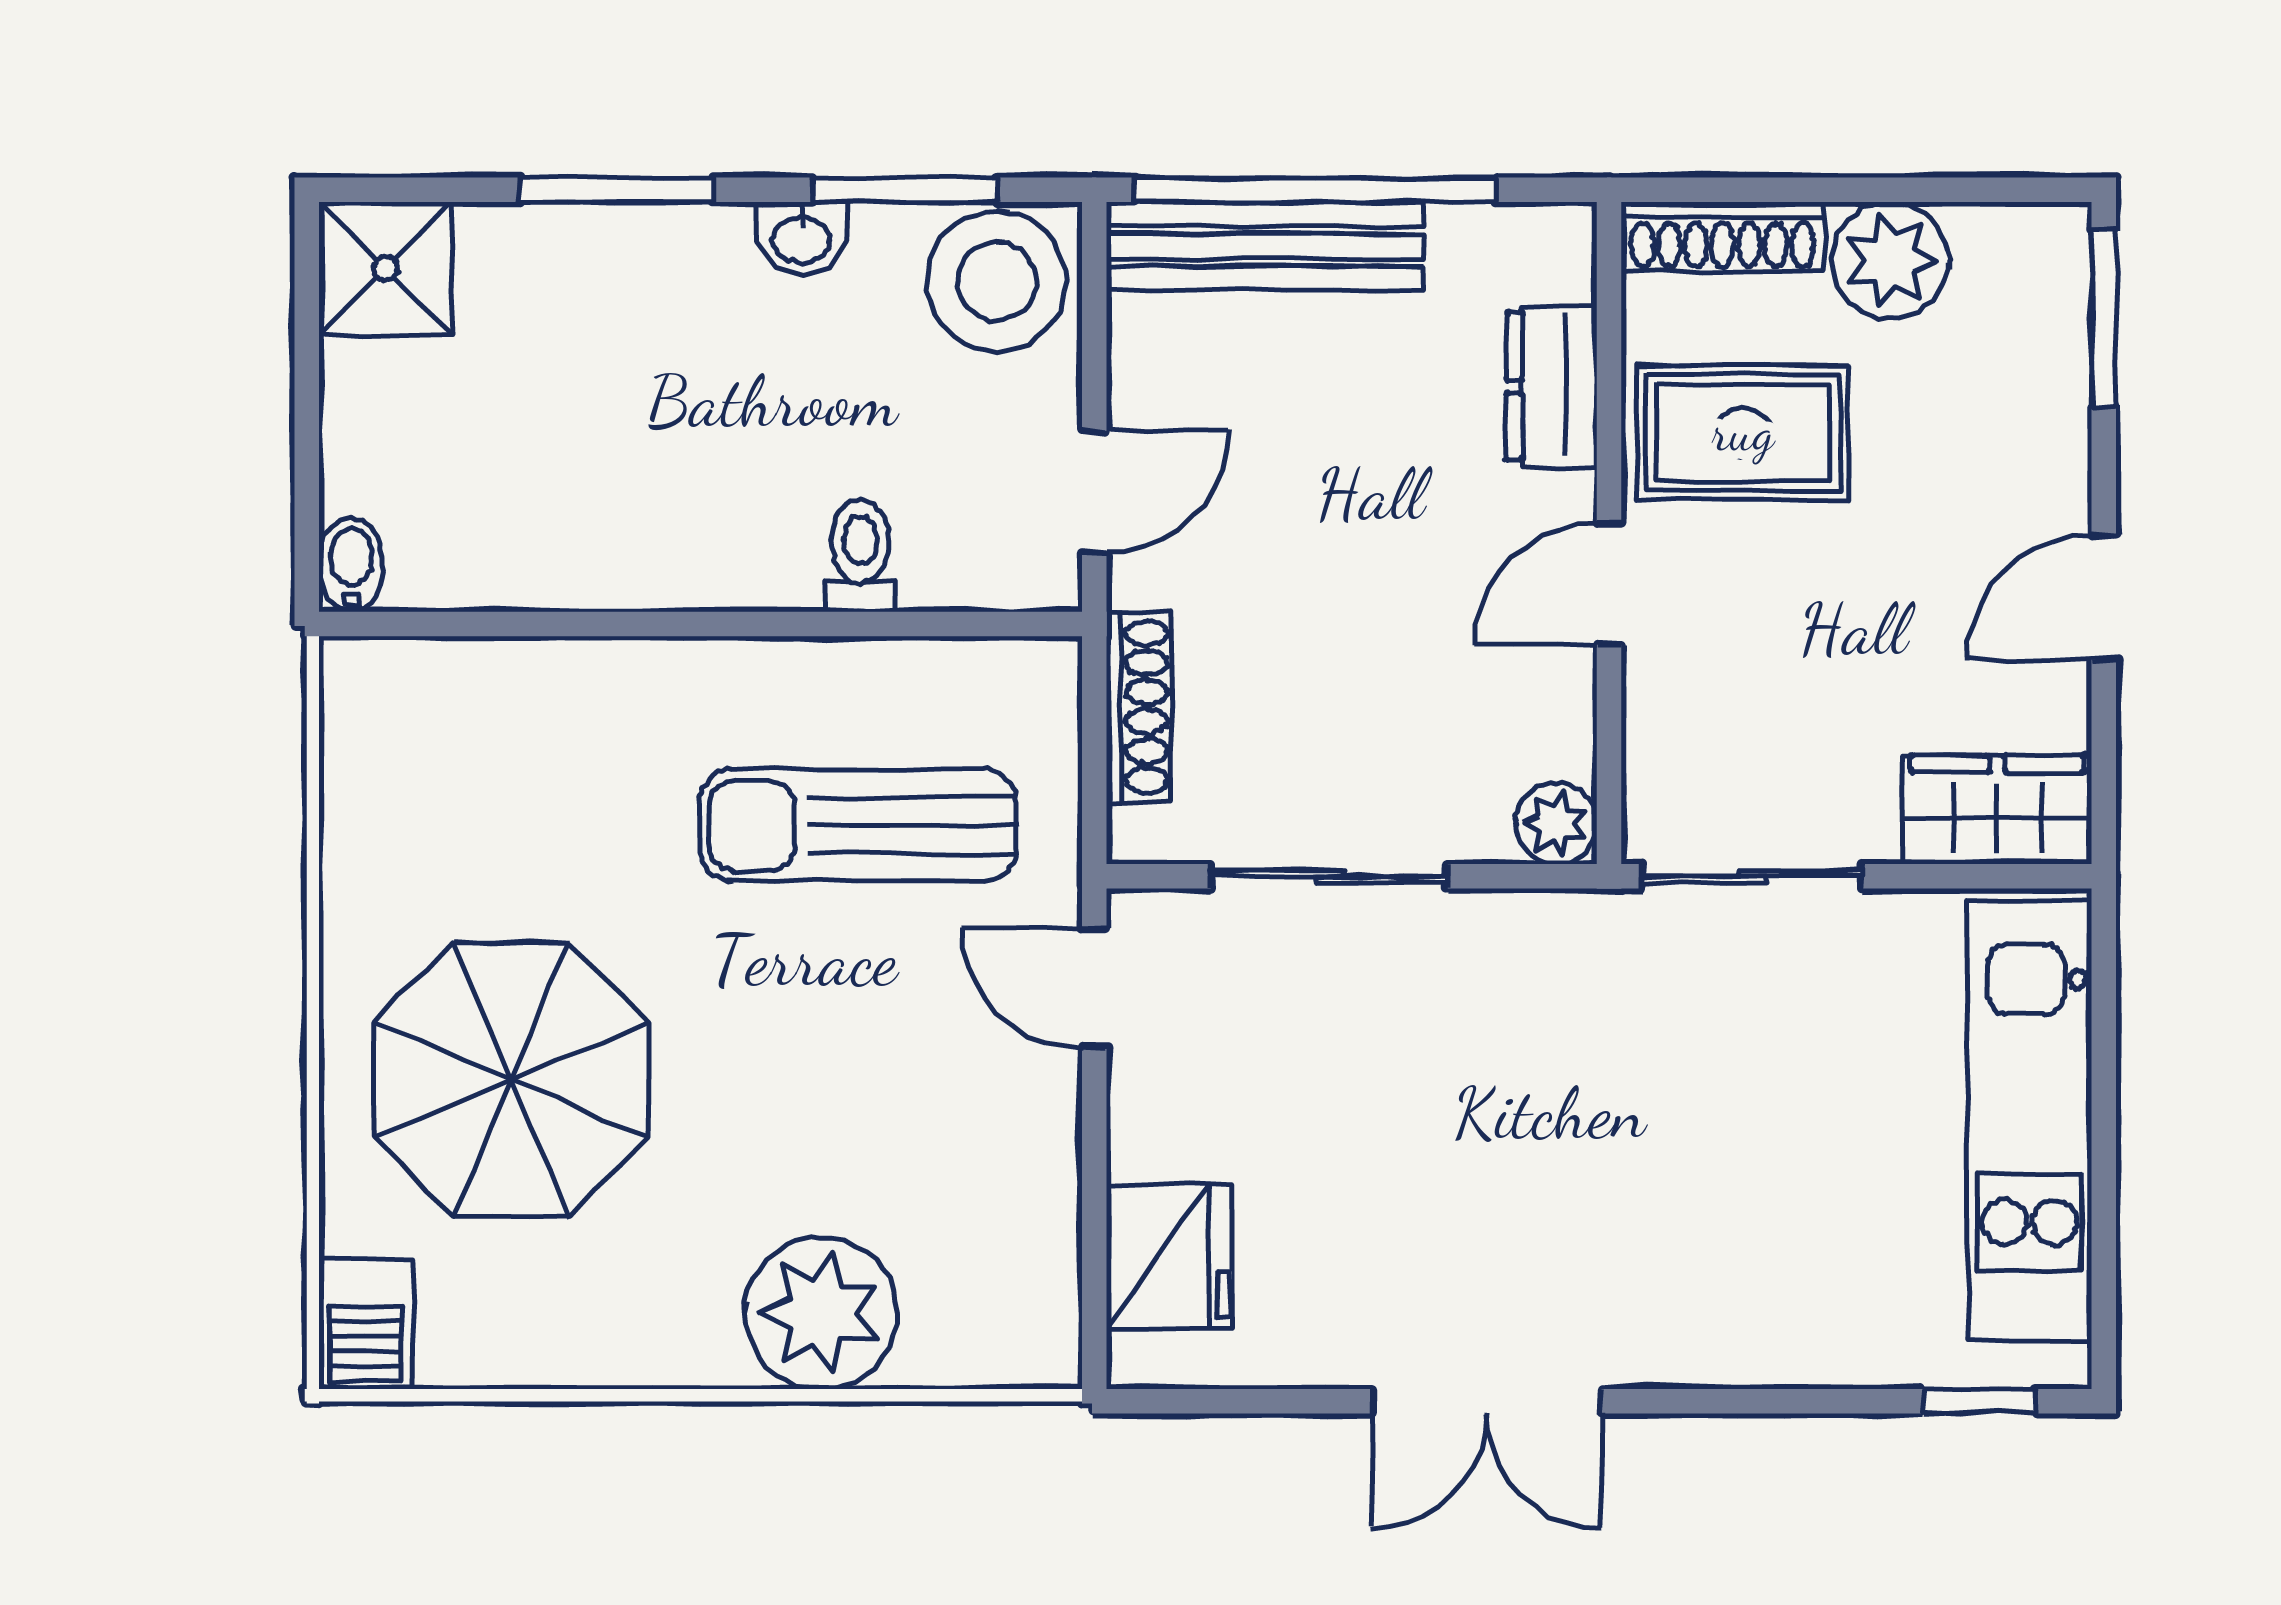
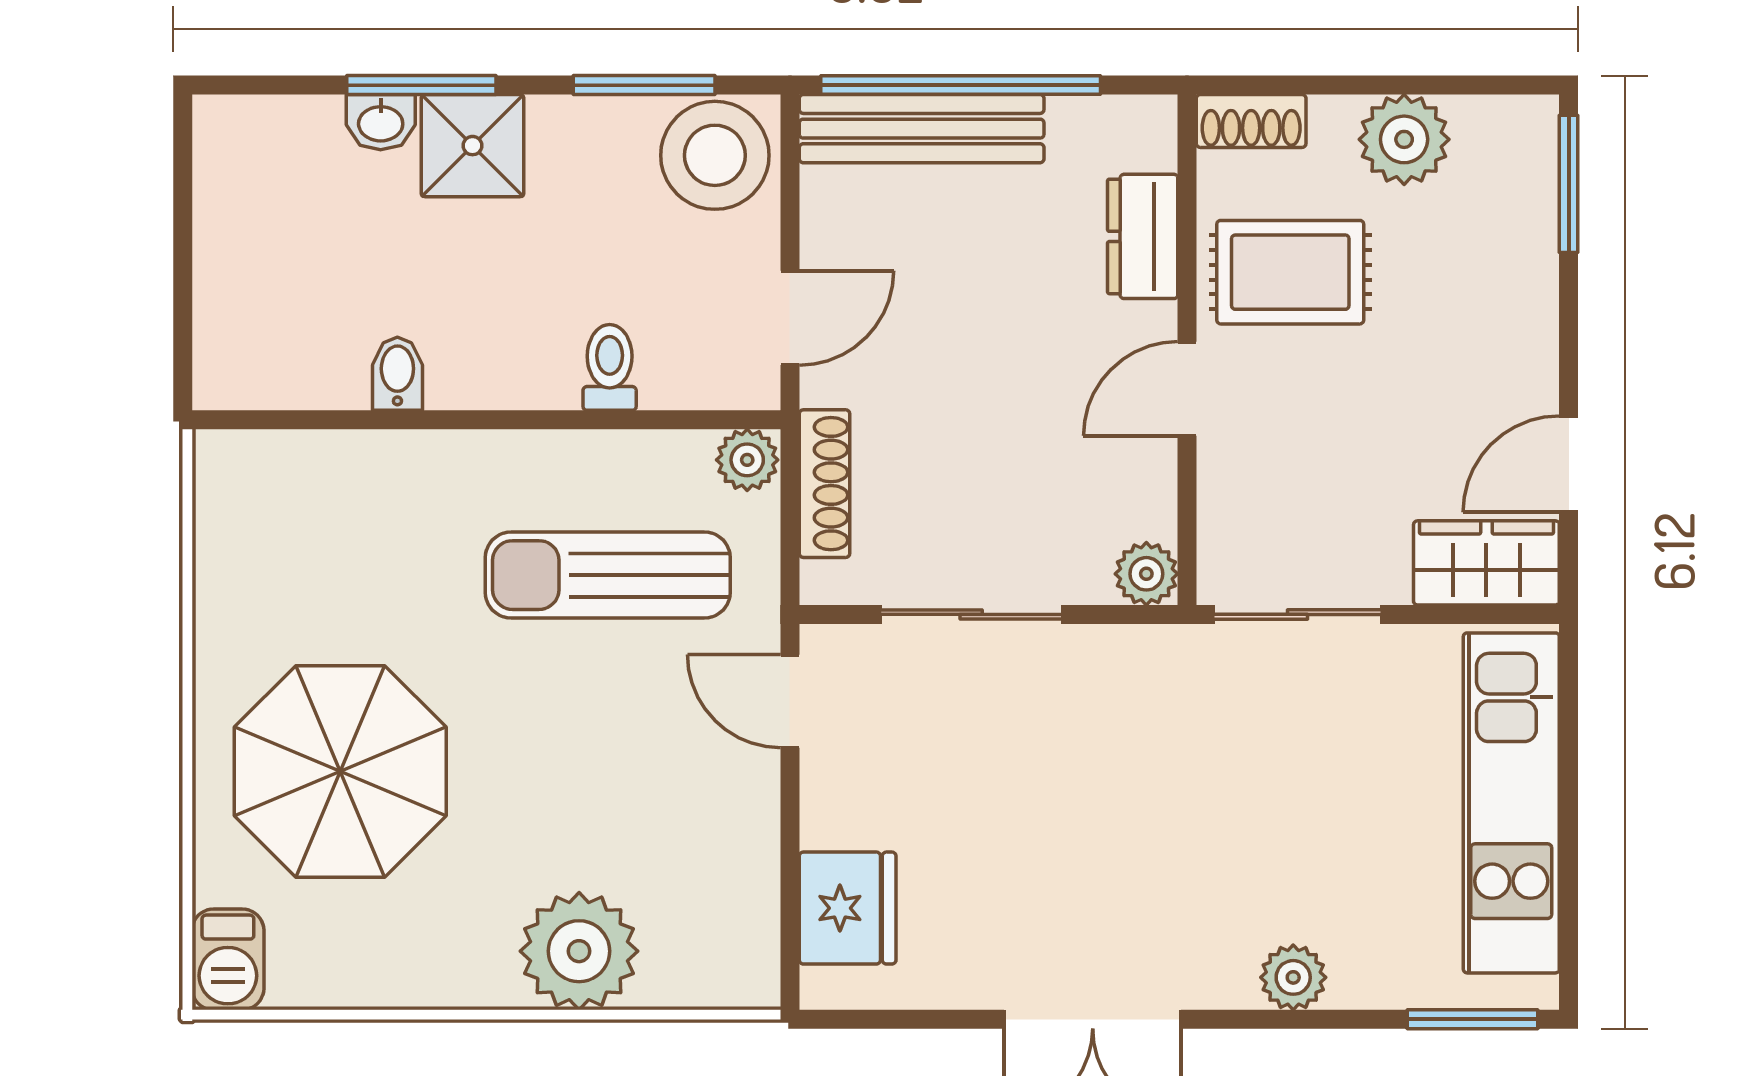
shoe rack: (1723, 236) -> (1251, 121), width x0.70
washbasin: (802, 238) -> (381, 122), moved
shower: (385, 268) -> (472, 146), moved
bidet: (351, 564) -> (397, 374), moved
door: (2104, 597) -> (1569, 464), moved
plant: (1039, 676) -> (747, 460), added
plant: (1747, 1347) -> (1293, 977), added
window: (1979, 1401) -> (1472, 1019), width x1.50

